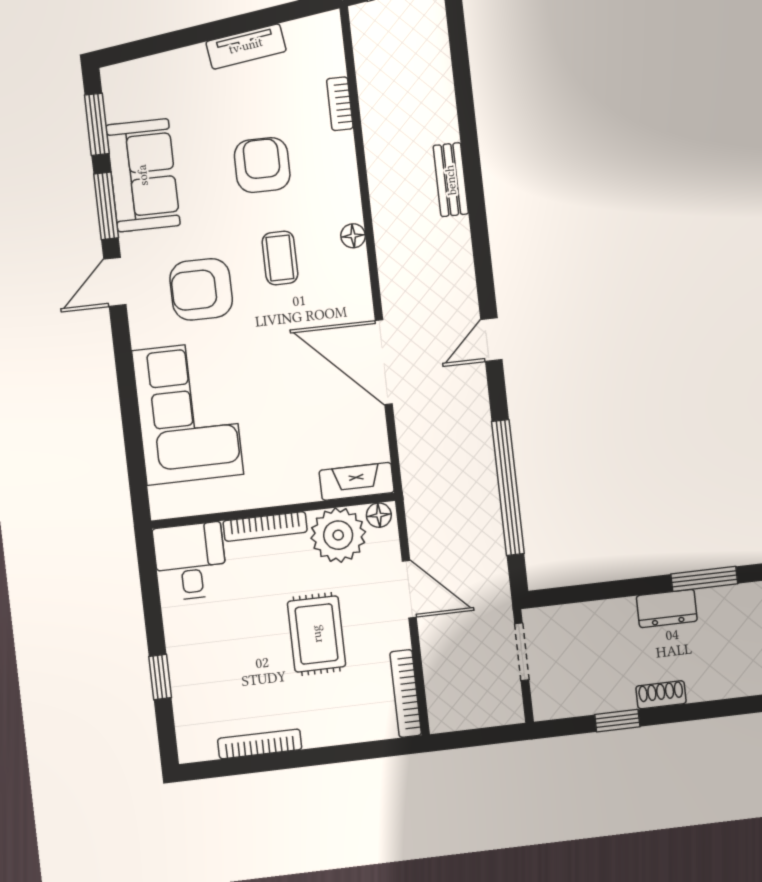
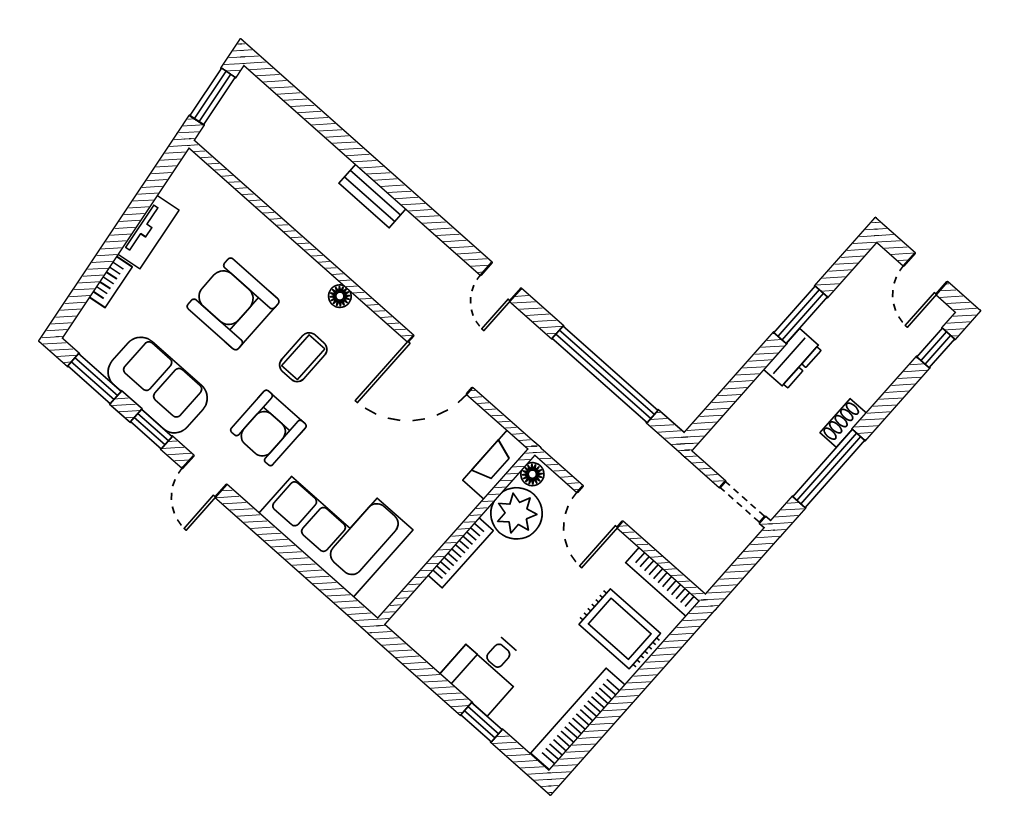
bookcase: (340, 104) -> (111, 282), moved, turned -98
armchair: (262, 165) -> (233, 304), width x1.36, depth x1.36
window: (106, 206) -> (151, 429), width x0.67
coffee table: (280, 258) -> (303, 357), turned 90
desk: (190, 561) -> (486, 670), moved, turned -90
door: (409, 589) -> (600, 507), swing flipped
rug: (317, 634) -> (620, 629), moved
doorway: (522, 652) -> (742, 502), moved
window: (617, 721) -> (829, 468), width x2.17
bookcase: (260, 744) -> (578, 719), width x1.48, depth x1.31

